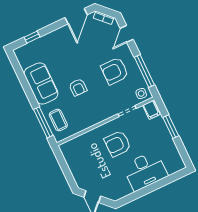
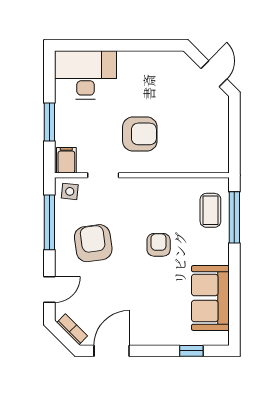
armchair: (115, 71) -> (93, 243), turned -98
sofa: (41, 84) -> (210, 298), moved
desk: (145, 171) -> (86, 75), moved

